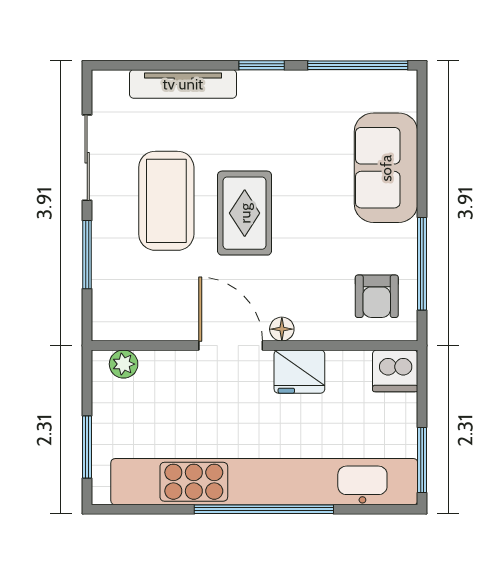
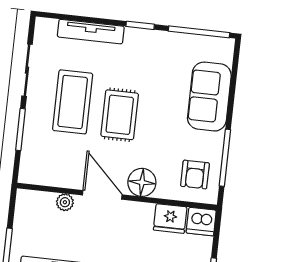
floor lamp: (282, 329) -> (142, 182), width x1.89, depth x1.89
plant: (124, 364) -> (65, 202), moved
fridge: (299, 372) -> (170, 219), moved

